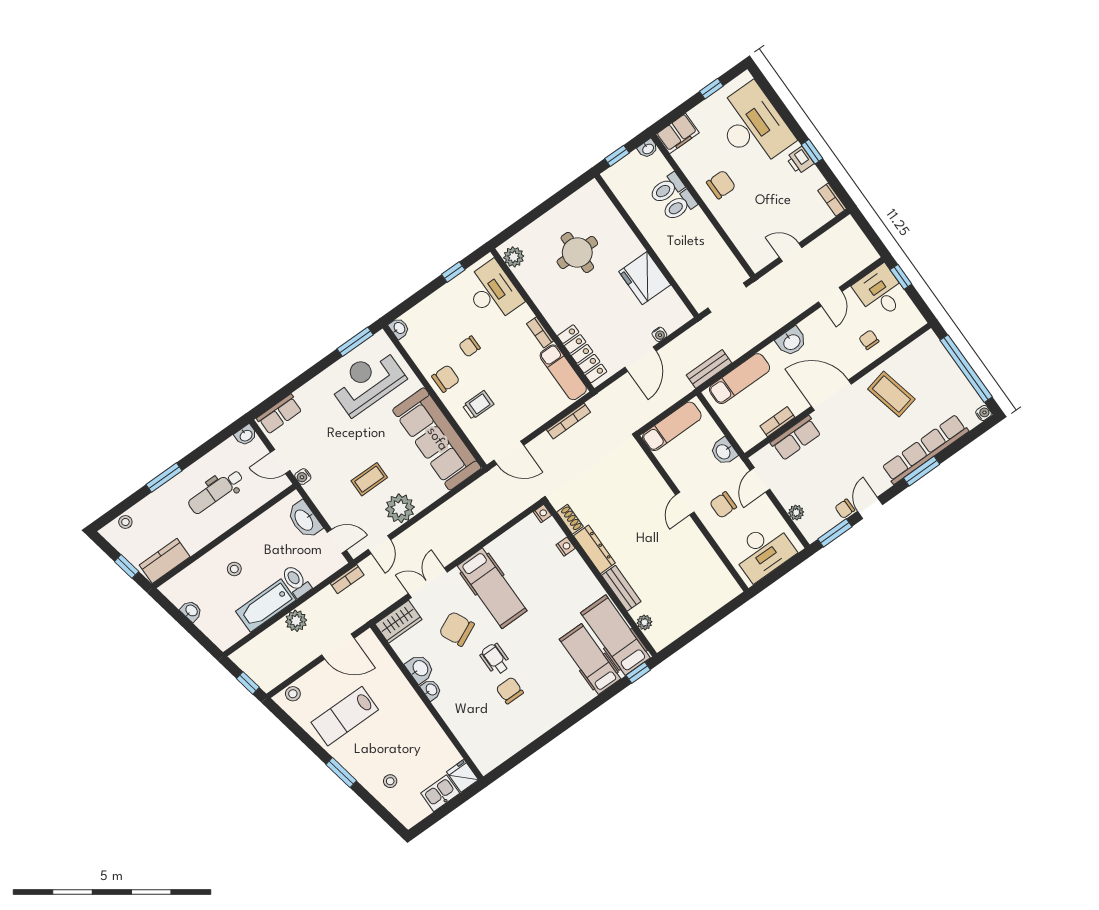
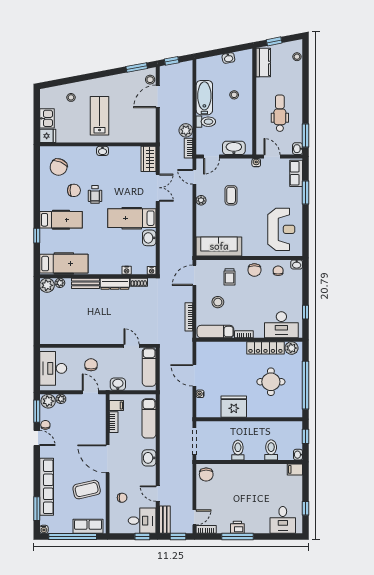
desk: (753, 126) -> (283, 520), width x0.53, depth x0.77
filing cabinet: (678, 134) -> (295, 469), width x0.50
window: (812, 152) -> (238, 536), width x2.17
chair: (721, 185) -> (206, 475), moved
window: (549, 204) -> (306, 385), added
toilet: (679, 206) -> (238, 450), moved
window: (868, 230) -> (178, 536), added
door: (791, 252) -> (194, 517), moved
window: (355, 342) -> (306, 192), moved
chair: (470, 346) -> (278, 271), moved
locker: (582, 354) -> (265, 348), moved
bench: (709, 369) -> (165, 520), moved
door: (831, 395) -> (108, 459), swing flipped
stool: (522, 397) -> (218, 302), added
filing cabinet: (753, 433) -> (116, 406), added
row of seats: (796, 438) -> (88, 526), moved, turned 90
sofa: (437, 439) -> (219, 246), width x0.74, depth x0.79
door: (280, 462) -> (272, 157), hinge flipped
window: (922, 471) -> (37, 509), moved
window: (164, 478) -> (306, 135), moved
door: (685, 504) -> (132, 346), moved
plant: (400, 508) -> (201, 200), width x0.53, depth x0.53
plant: (811, 527) -> (48, 401), added
plant: (296, 621) -> (186, 130), moved
chair: (457, 629) -> (59, 167), moved, turned 138
plant: (660, 637) -> (47, 285), added
door: (338, 647) -> (158, 96), moved
wheelchair: (495, 659) -> (95, 194), turned 90
hospital bed: (590, 659) -> (61, 220), moved
washbasin: (420, 669) -> (149, 238), moved, turned 90
window: (638, 673) -> (37, 236), moved
lab bench: (345, 716) -> (100, 116), moved
window: (341, 773) -> (137, 67), moved

